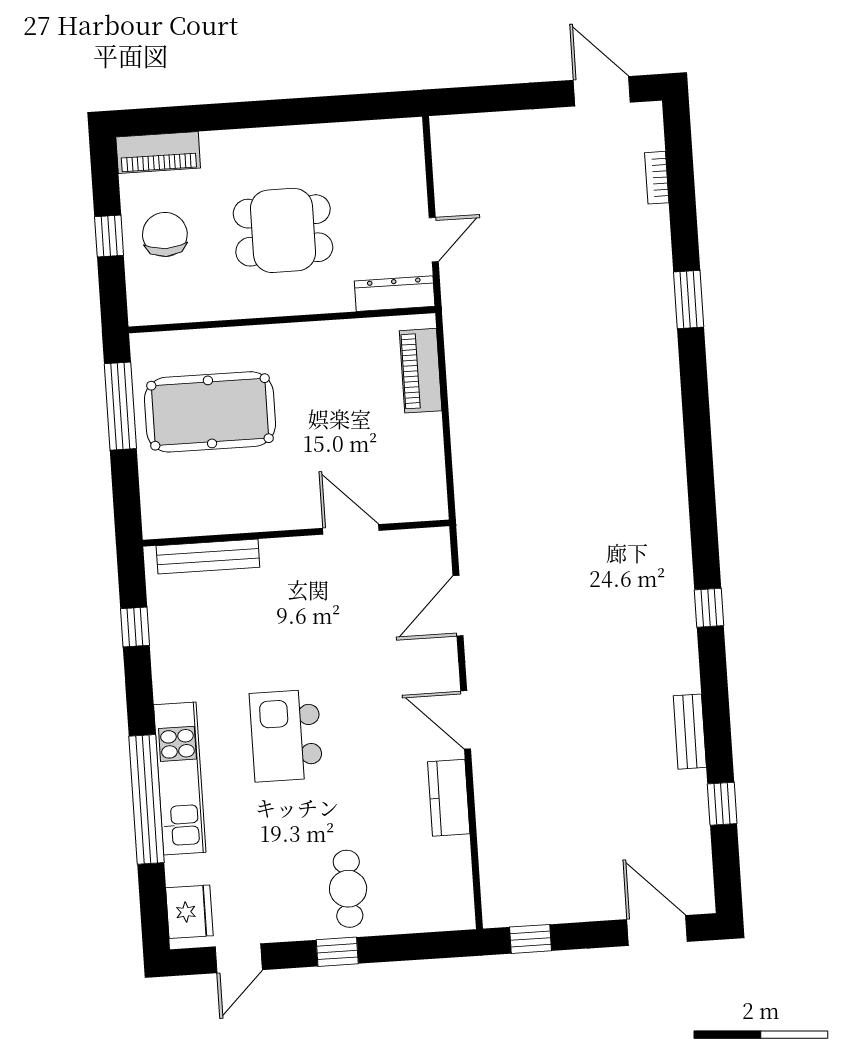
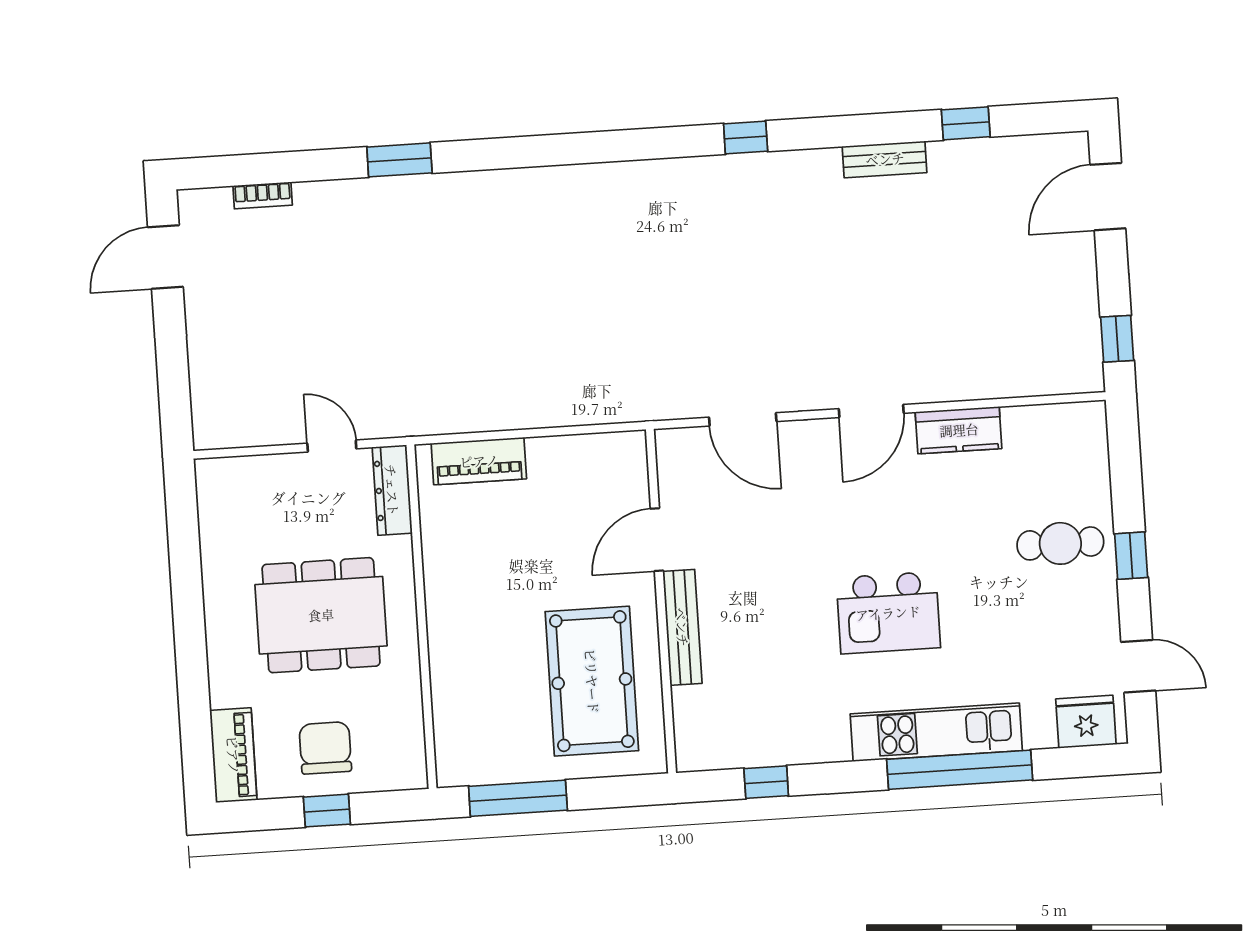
dining table: (283, 230) -> (321, 615), width x1.38
chair: (165, 234) -> (325, 748), turned 90
pool table: (210, 412) -> (592, 681), moved
bench: (208, 557) -> (682, 627), moved

